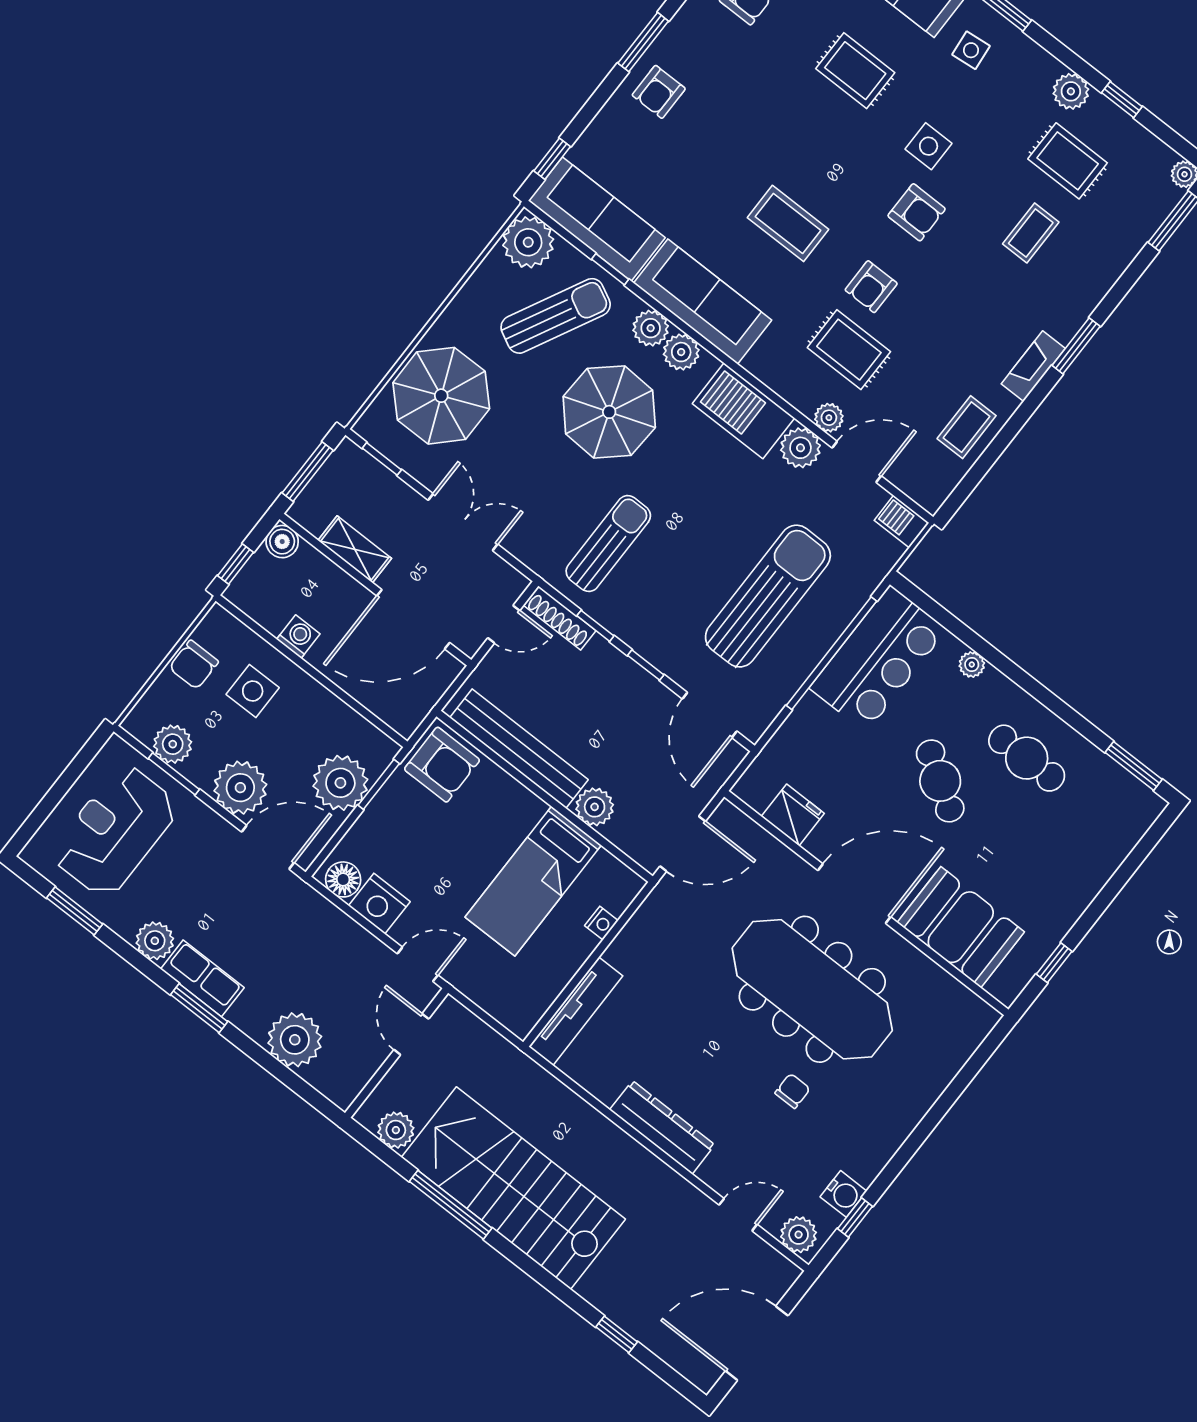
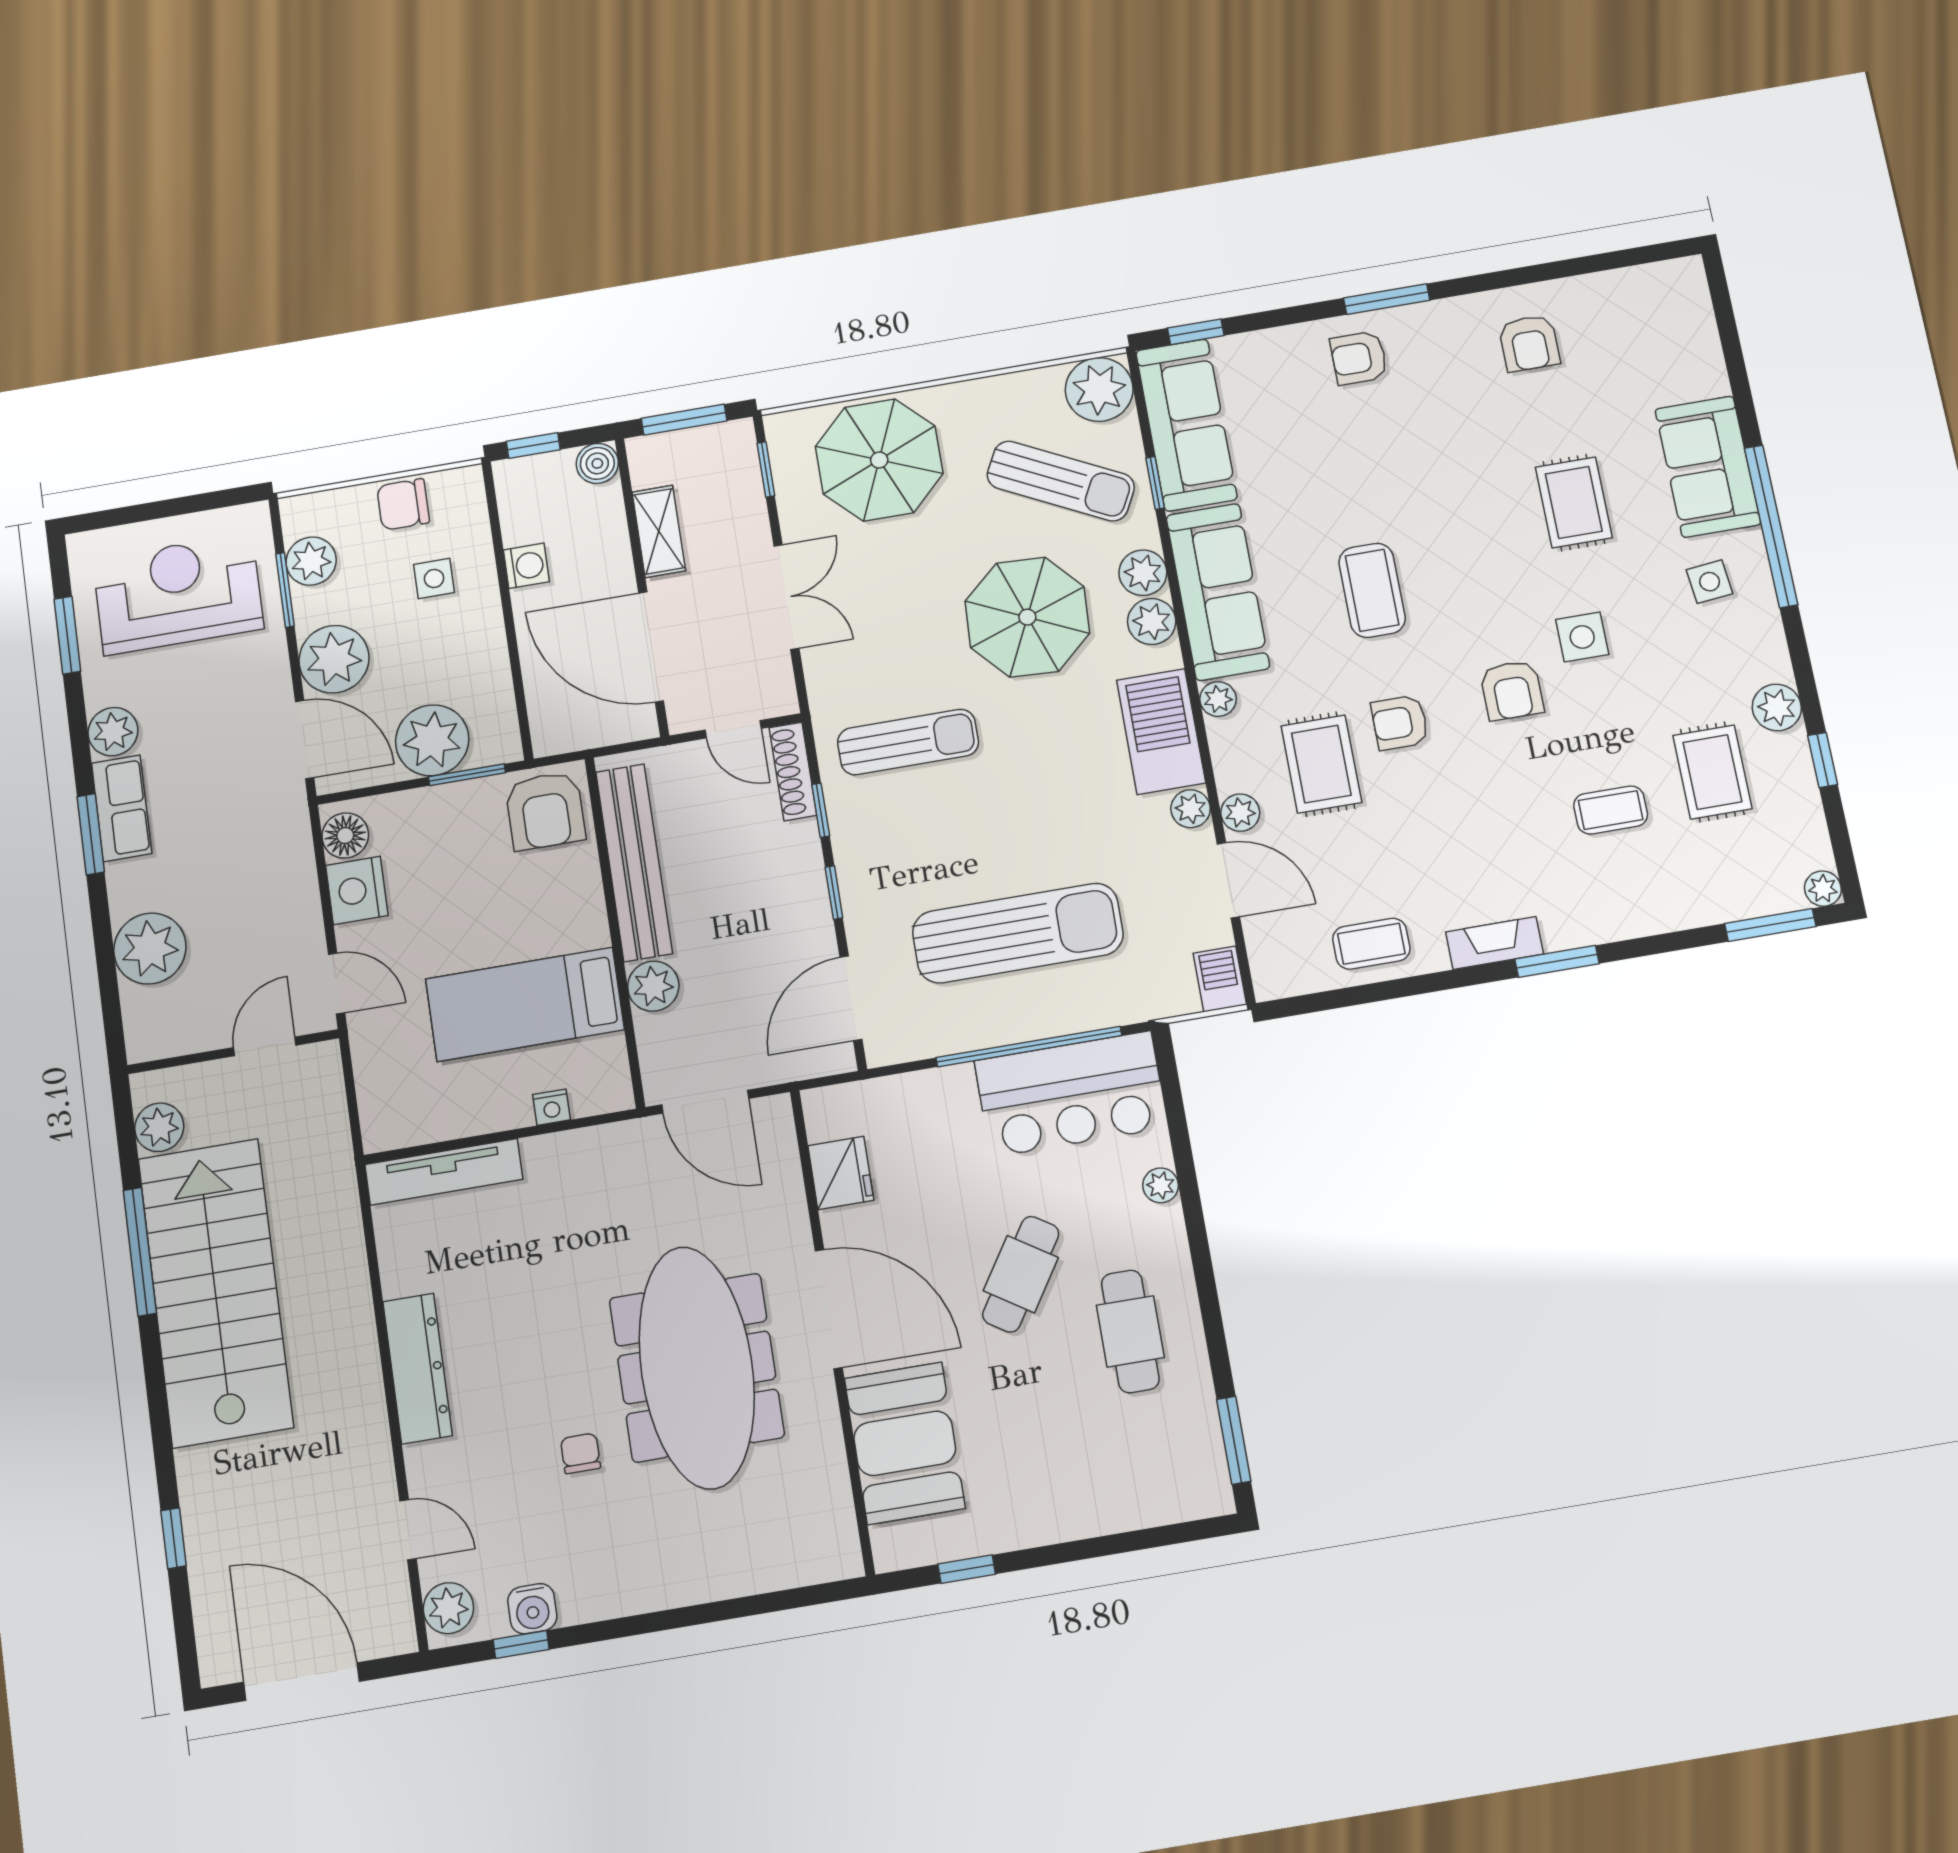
plant: (758, 364) -> (1218, 699), added
plant: (800, 448) -> (1191, 809), width x0.73, depth x0.73
side table: (253, 691) -> (434, 578), width x0.73, depth x0.73
chair: (793, 1091) -> (580, 1453), turned -90

